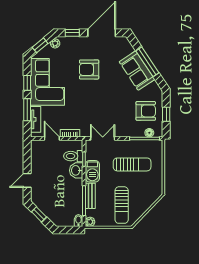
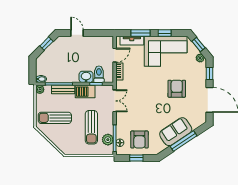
plant: (146, 146) -> (108, 140), added

